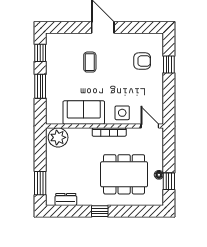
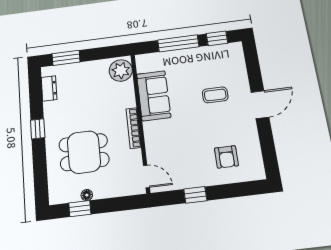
window: (169, 64) -> (195, 195), moved
window: (40, 86) -> (178, 43), width x1.44
side table: (122, 113) -> (159, 141), removed
door: (150, 126) -> (146, 176), hinge flipped
dining table: (124, 174) -> (84, 152), width x0.73

